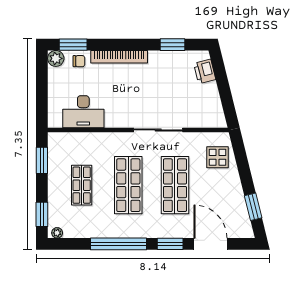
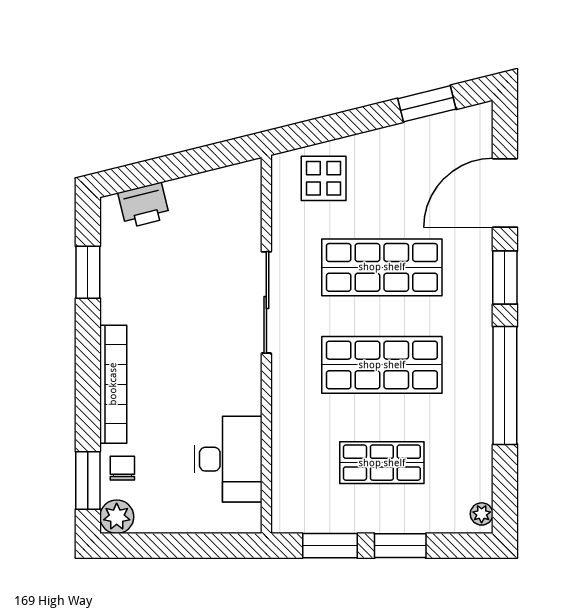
window: (42, 214) -> (400, 546), moved

